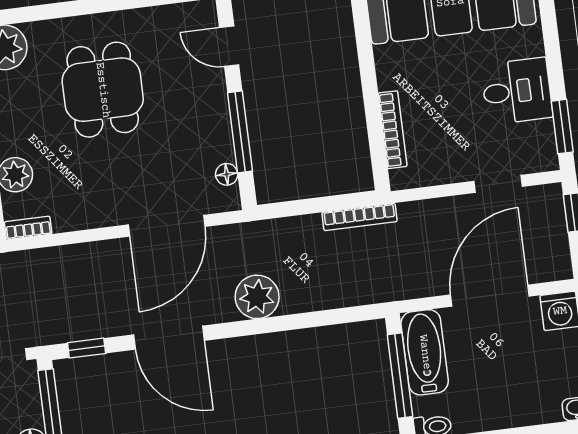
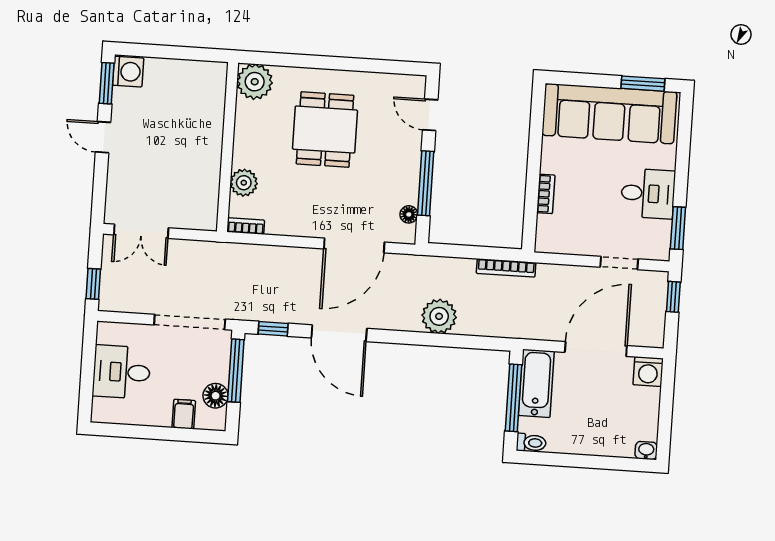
bookcase: (393, 130) -> (546, 194), width x0.64
plant: (257, 297) -> (439, 316), moved

